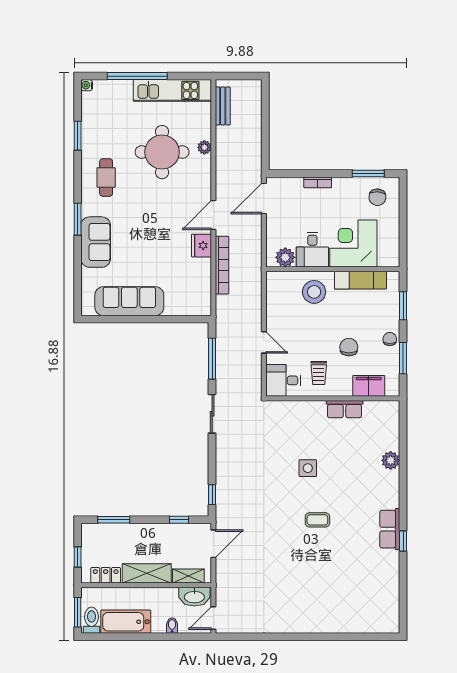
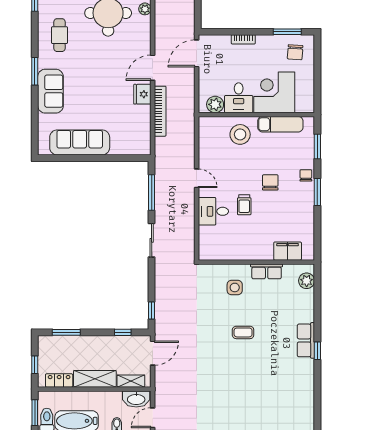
filing cabinet: (369, 386) -> (288, 251), moved
wall: (333, 398) -> (256, 262), moved
row of seats: (345, 409) -> (267, 271), moved

